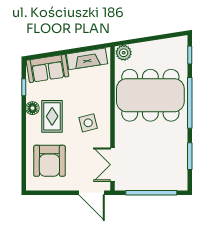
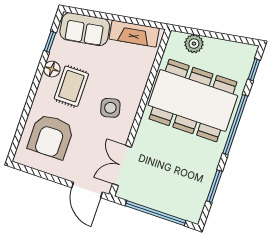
plant: (124, 53) -> (194, 44), moved

